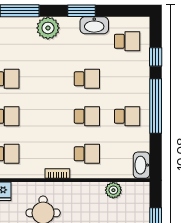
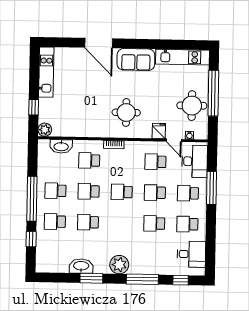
school desk: (127, 41) -> (55, 222), moved
school desk: (47, 116) -> (122, 192), added
washbasin: (142, 165) -> (61, 146), moved, turned 90
plant: (113, 190) -> (45, 130), moved

